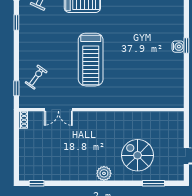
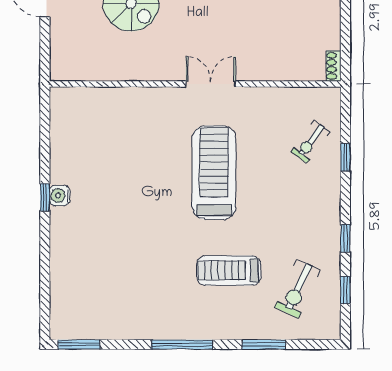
window: (16, 88) -> (345, 157), moved
double door: (58, 110) -> (211, 84), moved

